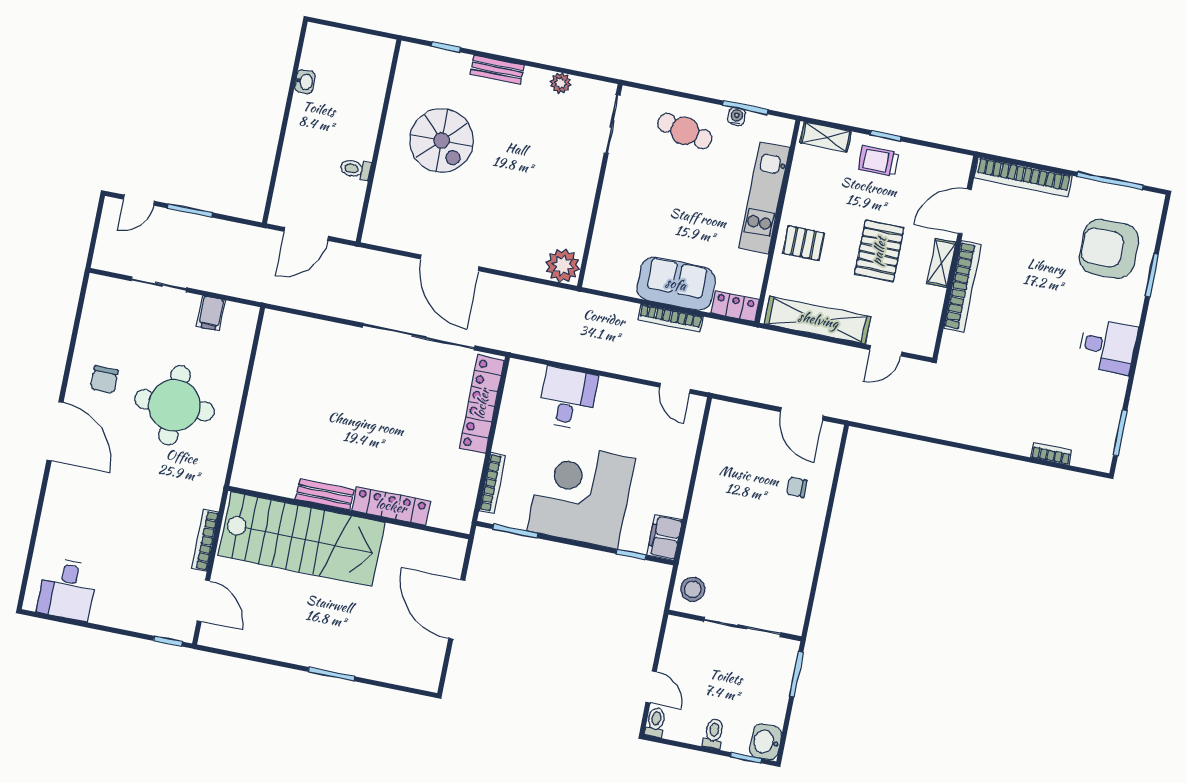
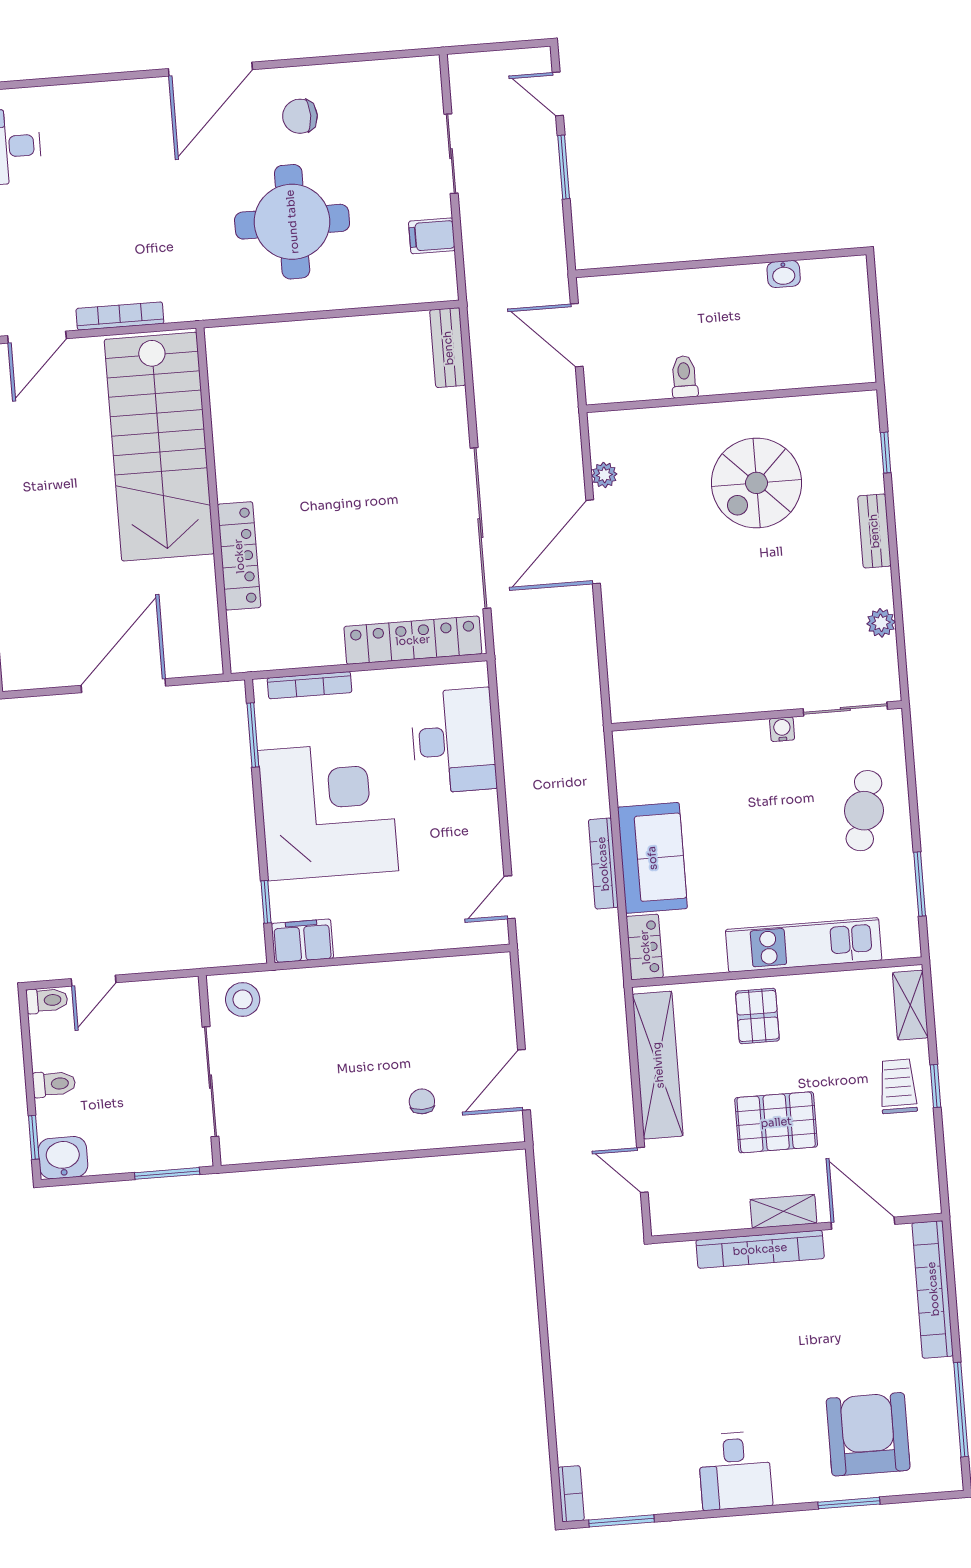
water cooler: (737, 117) -> (782, 729), moved, turned -90
plant: (563, 266) -> (604, 475), moved, width x0.53, depth x0.53
desk: (568, 398) -> (453, 741), width x1.37
bookcase: (1051, 454) -> (571, 1494), moved
bench: (325, 494) -> (448, 348), moved

